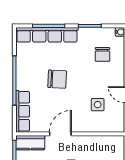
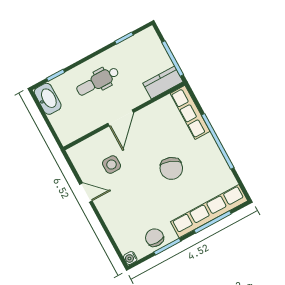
chair: (102, 54) -> (155, 238), moved
chair: (57, 79) -> (171, 168), turned -72
door: (60, 134) -> (121, 118), moved

